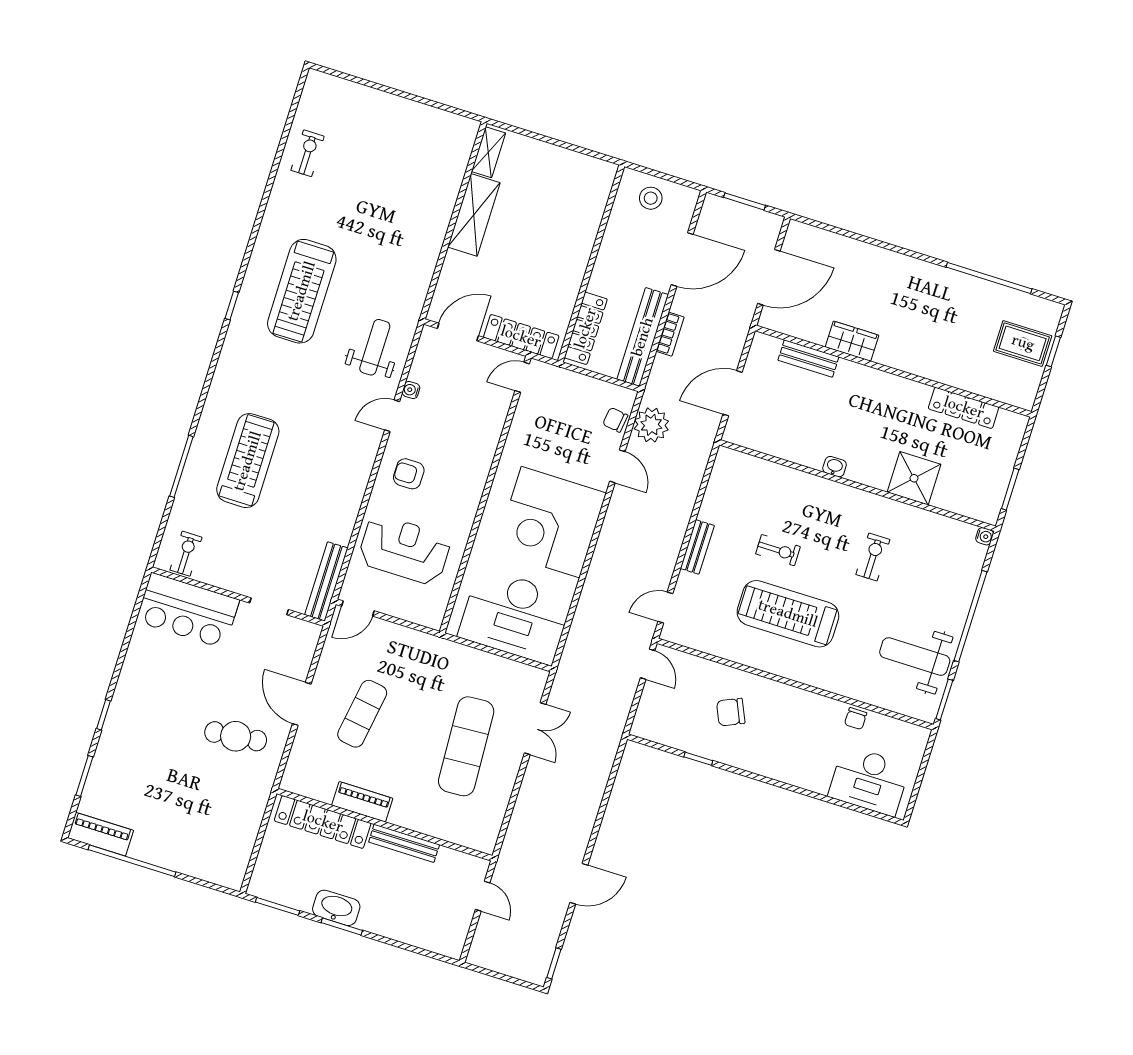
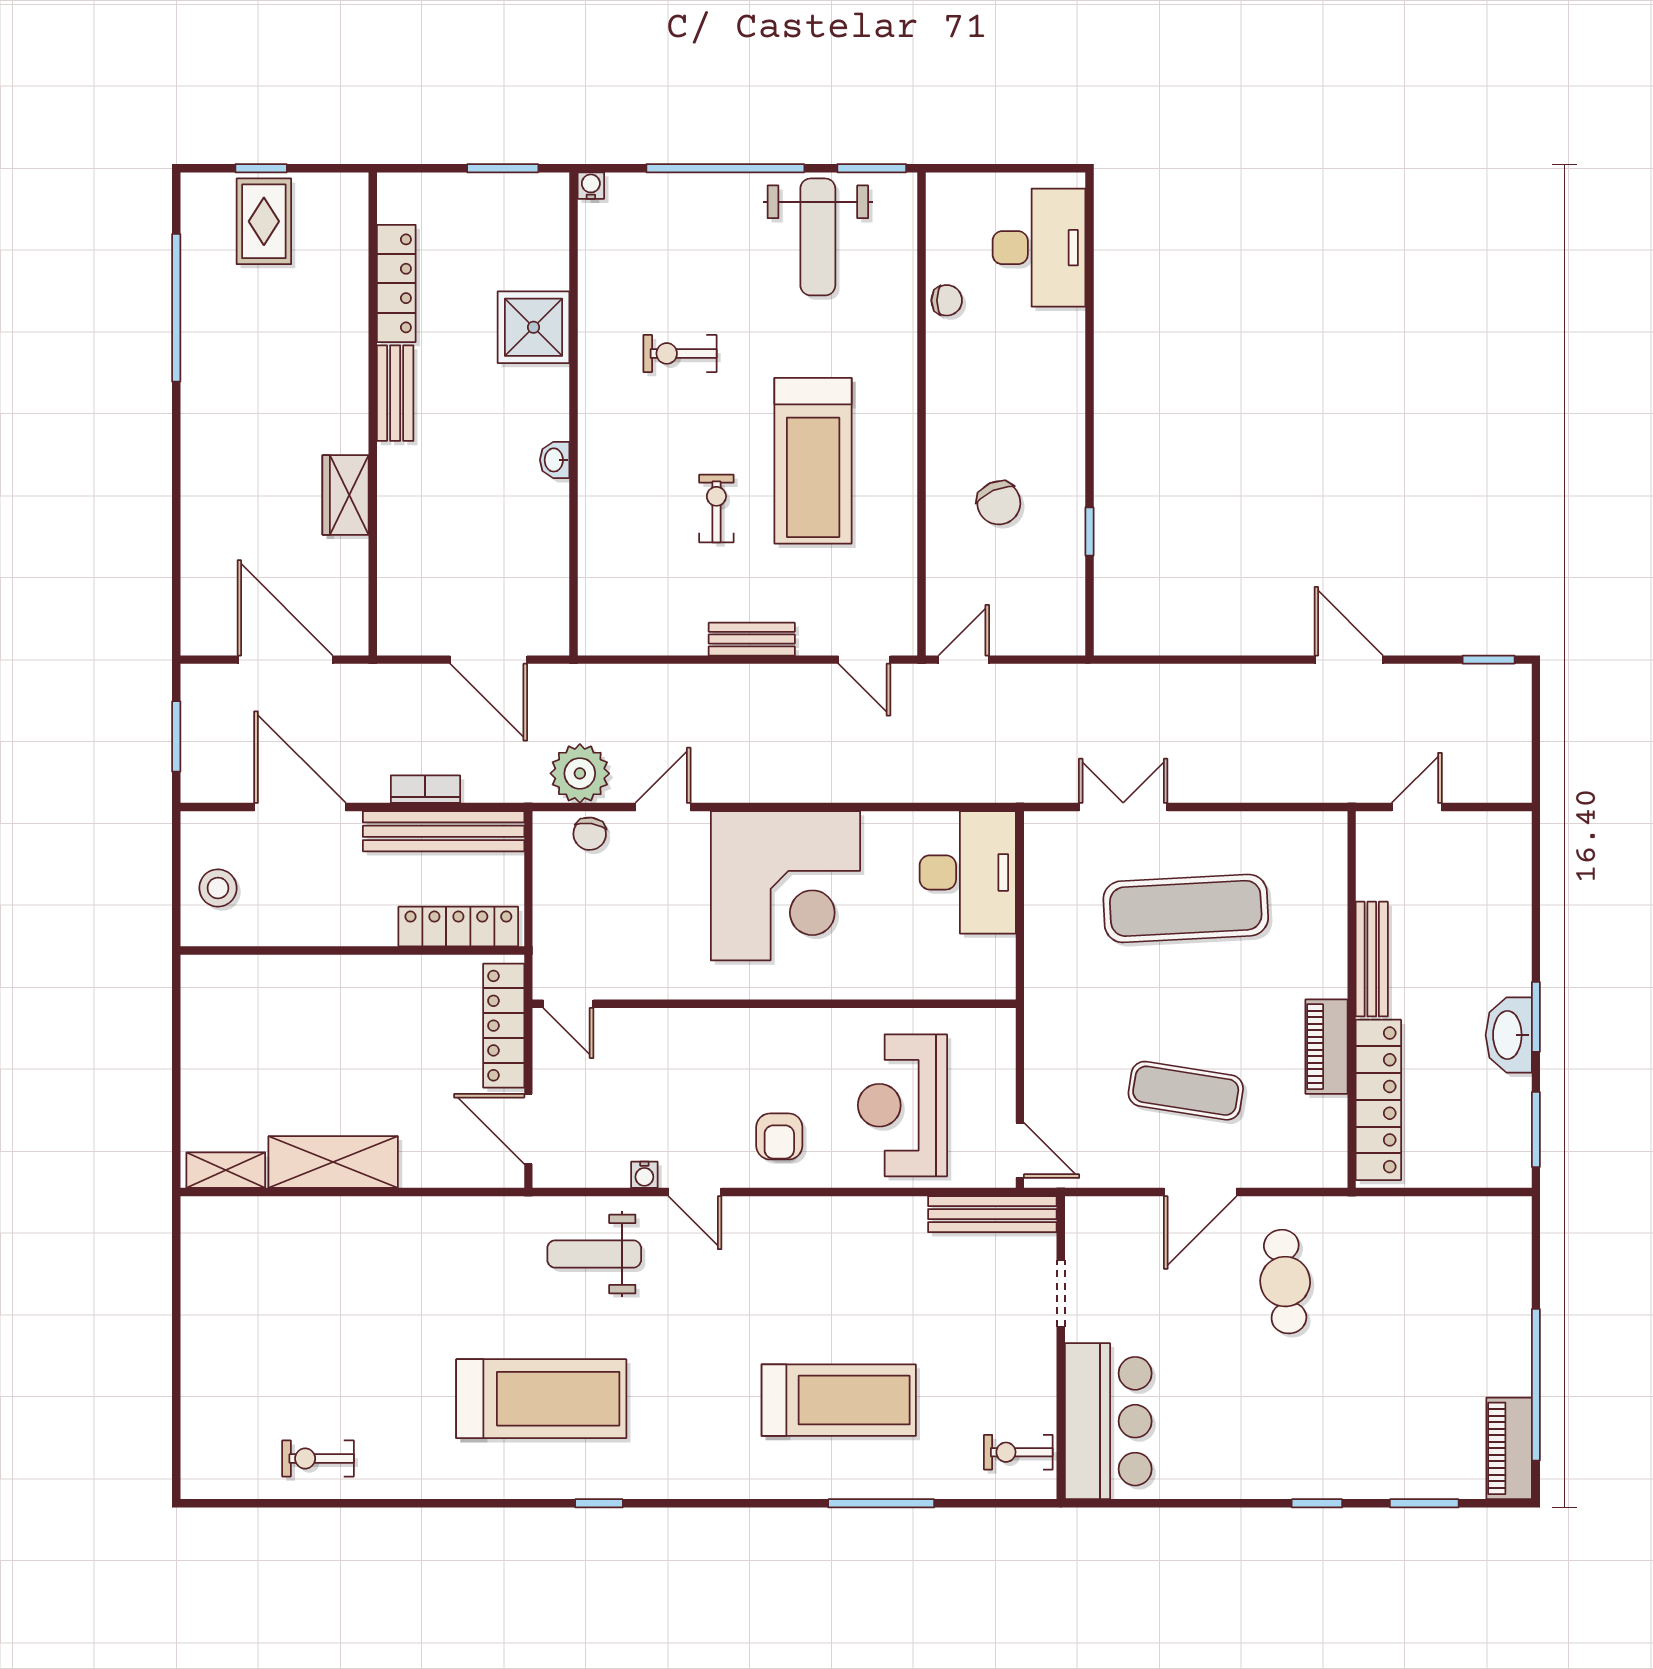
bench: (808, 359) -> (395, 393), moved
treadmill: (248, 461) -> (839, 1400), turned 180
desk: (515, 616) -> (968, 872), width x0.73, depth x0.77

